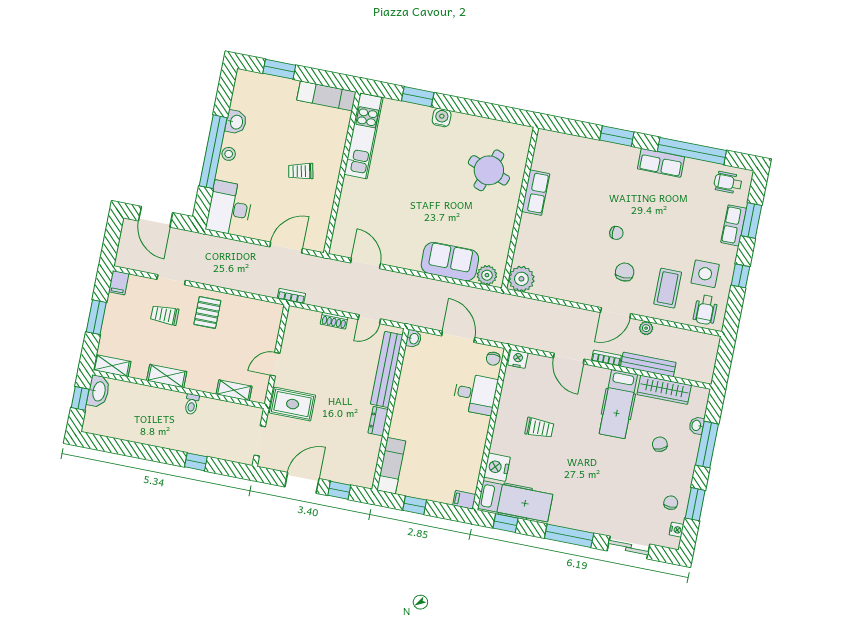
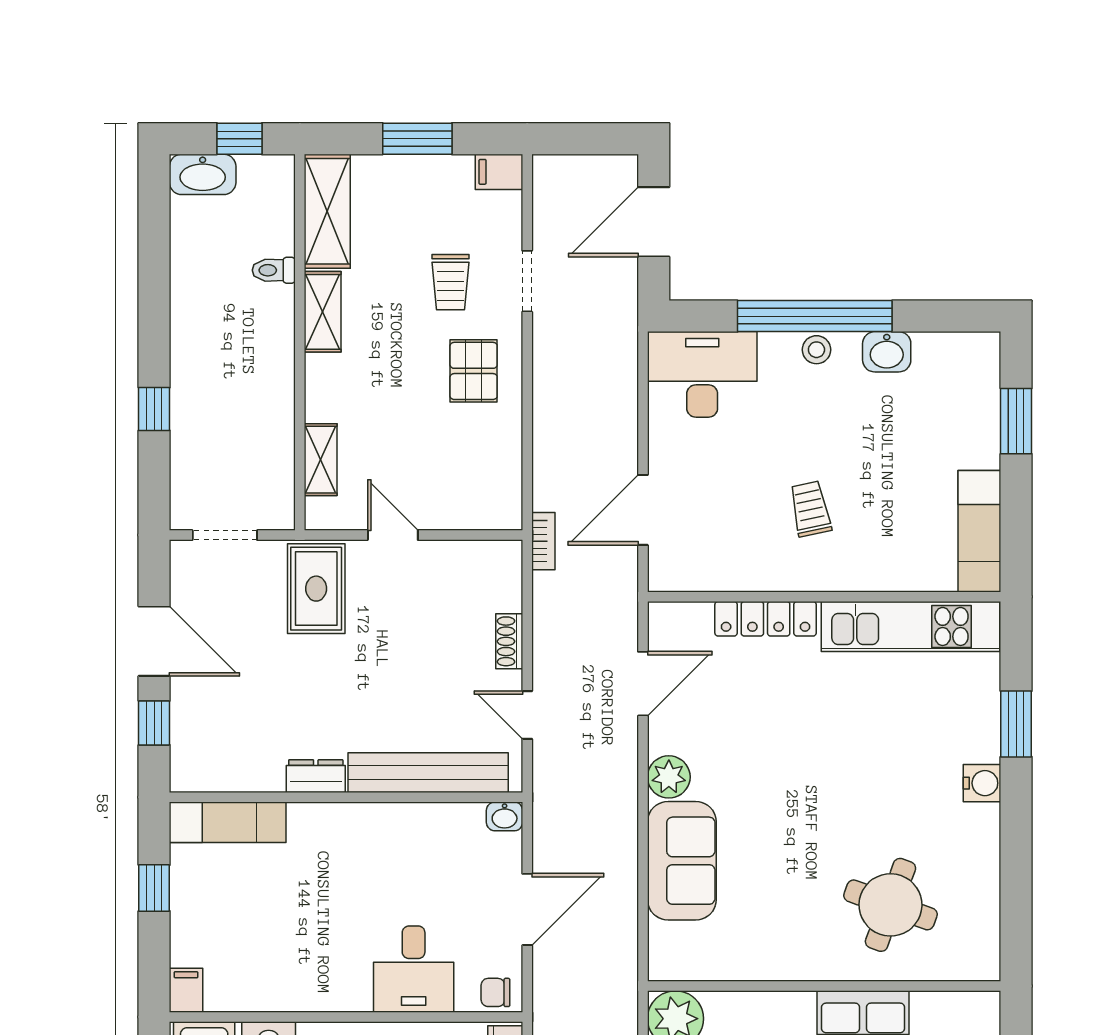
locker: (347, 202) -> (766, 619), added
door: (286, 248) -> (643, 510), swing flipped
plant: (487, 275) -> (669, 777), moved
pallet: (207, 312) -> (474, 371), turned 90
trolley: (165, 315) -> (451, 282), turned 180
shelving: (112, 366) -> (327, 211), width x1.50, depth x1.33
washbasin: (98, 391) -> (203, 174), moved
toilet: (192, 404) -> (274, 270), moved

